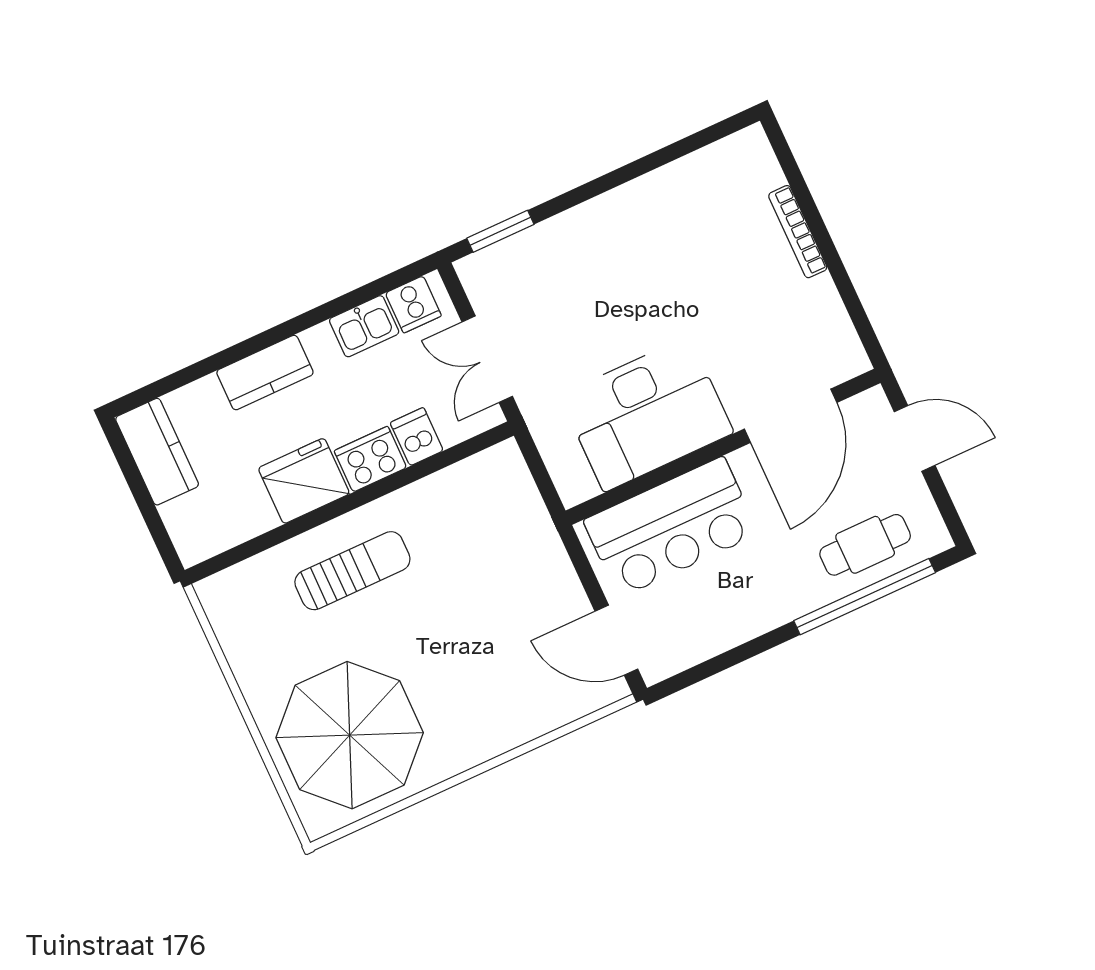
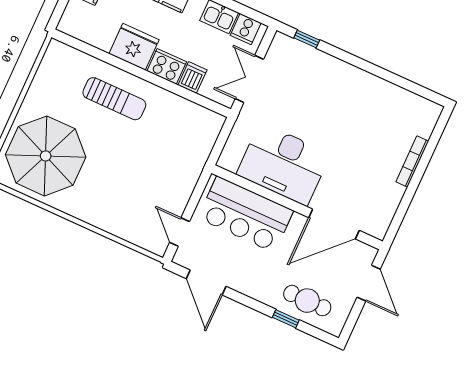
window: (500, 231) -> (307, 39), width x0.67
window: (865, 597) -> (286, 319), width x0.32
door: (616, 640) -> (180, 232), width x0.73
door: (718, 664) -> (206, 282), added

